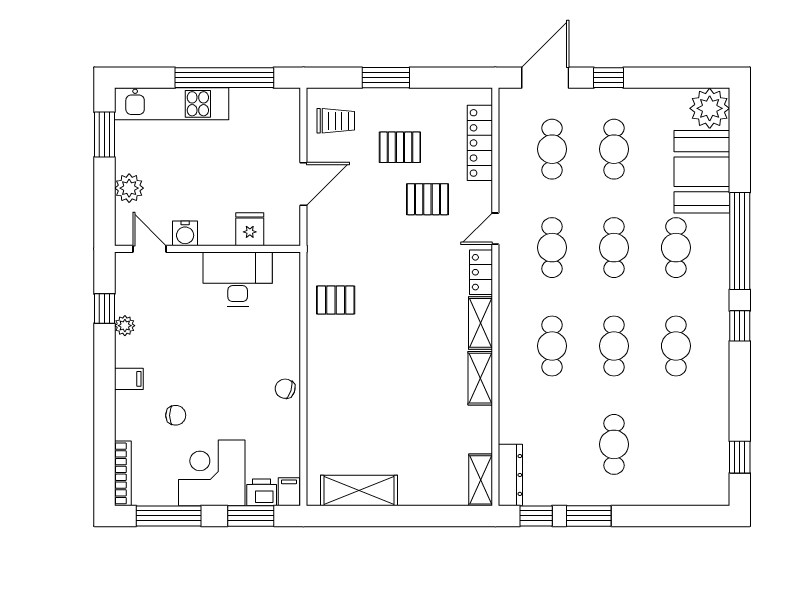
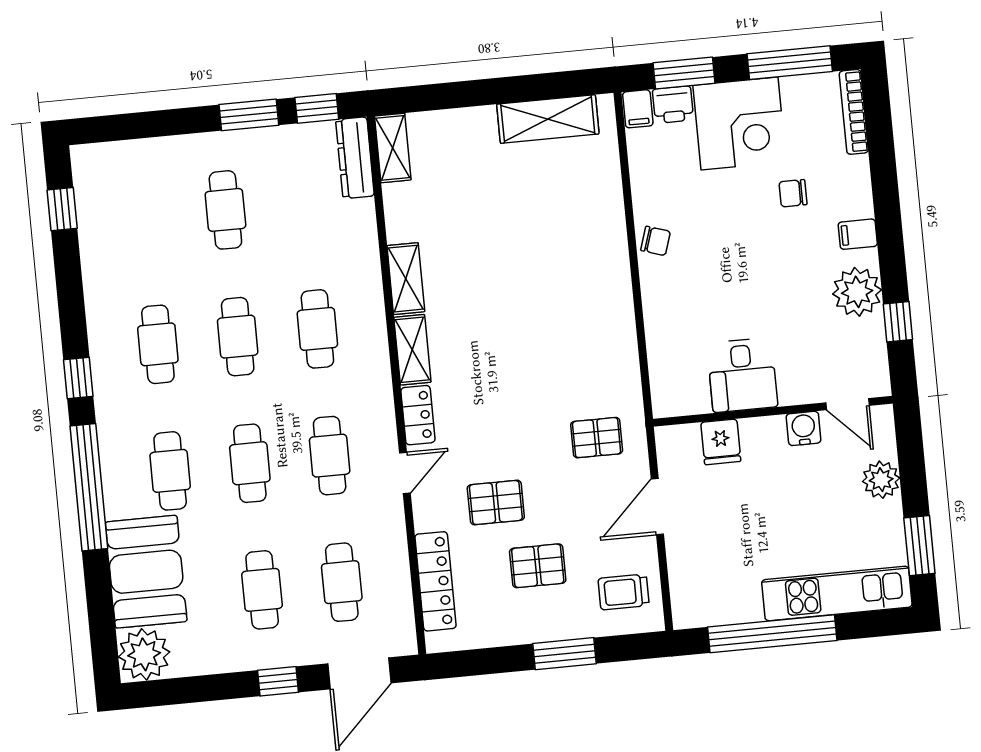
desk: (238, 279) -> (742, 375), width x0.73
pallet: (336, 300) -> (597, 438), moved
plant: (125, 326) -> (857, 292), width x1.88, depth x1.88

